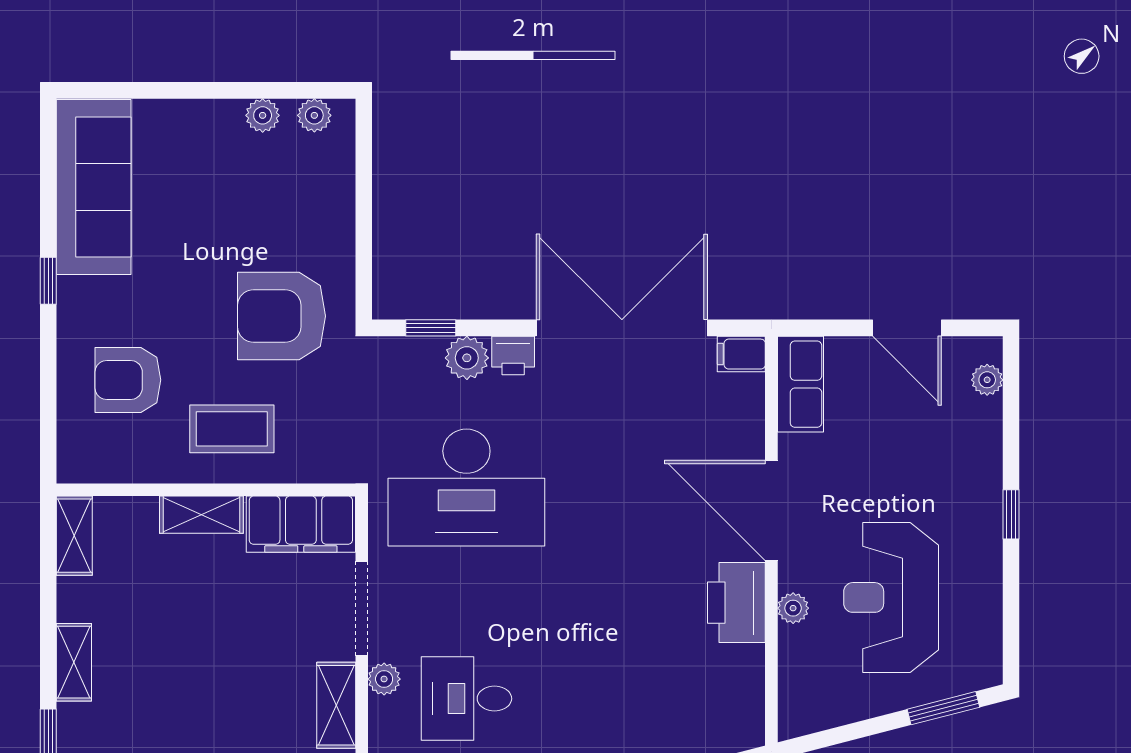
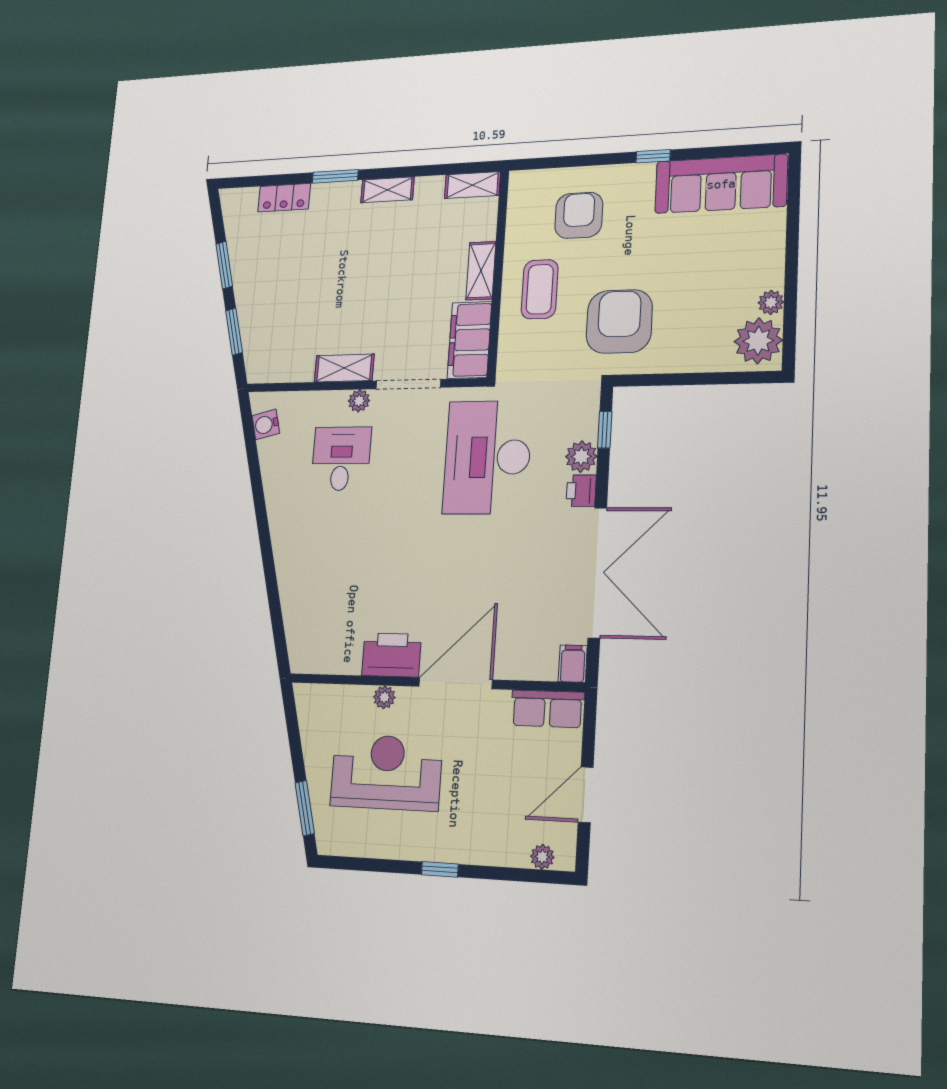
plant: (314, 115) -> (758, 341), width x1.88, depth x1.88

